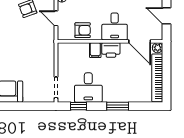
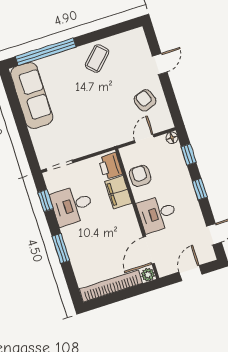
armchair: (83, 30) -> (140, 176), turned 180
filing cabinet: (95, 50) -> (118, 192), width x2.00
printer: (111, 50) -> (110, 166), moved

